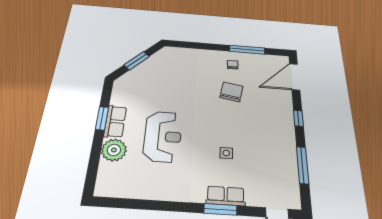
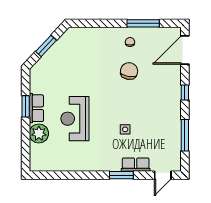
reception desk: (163, 136) -> (75, 119), turned 180
row of seats: (226, 196) -> (136, 165), moved

